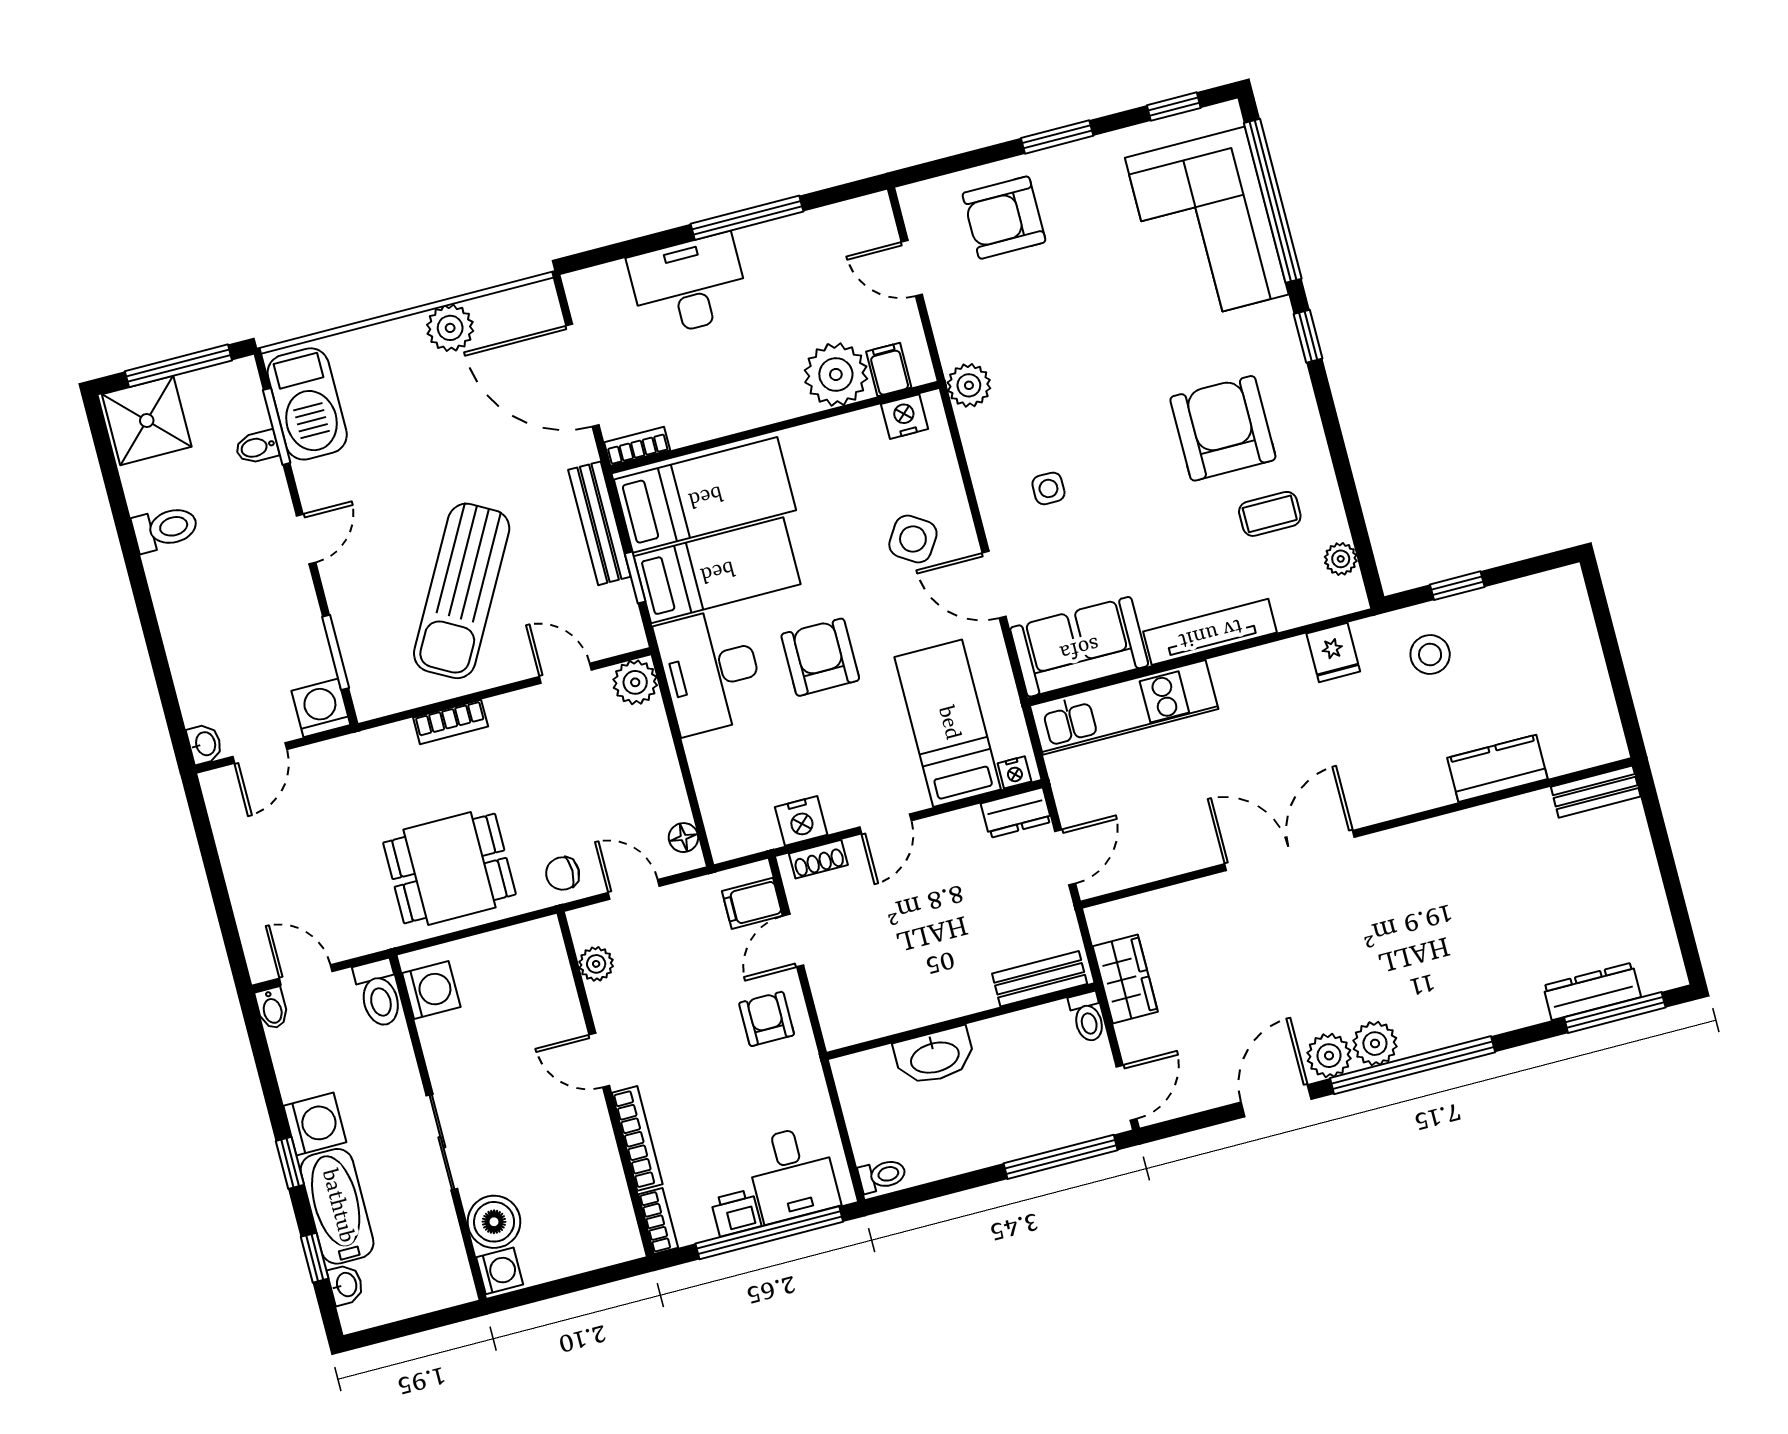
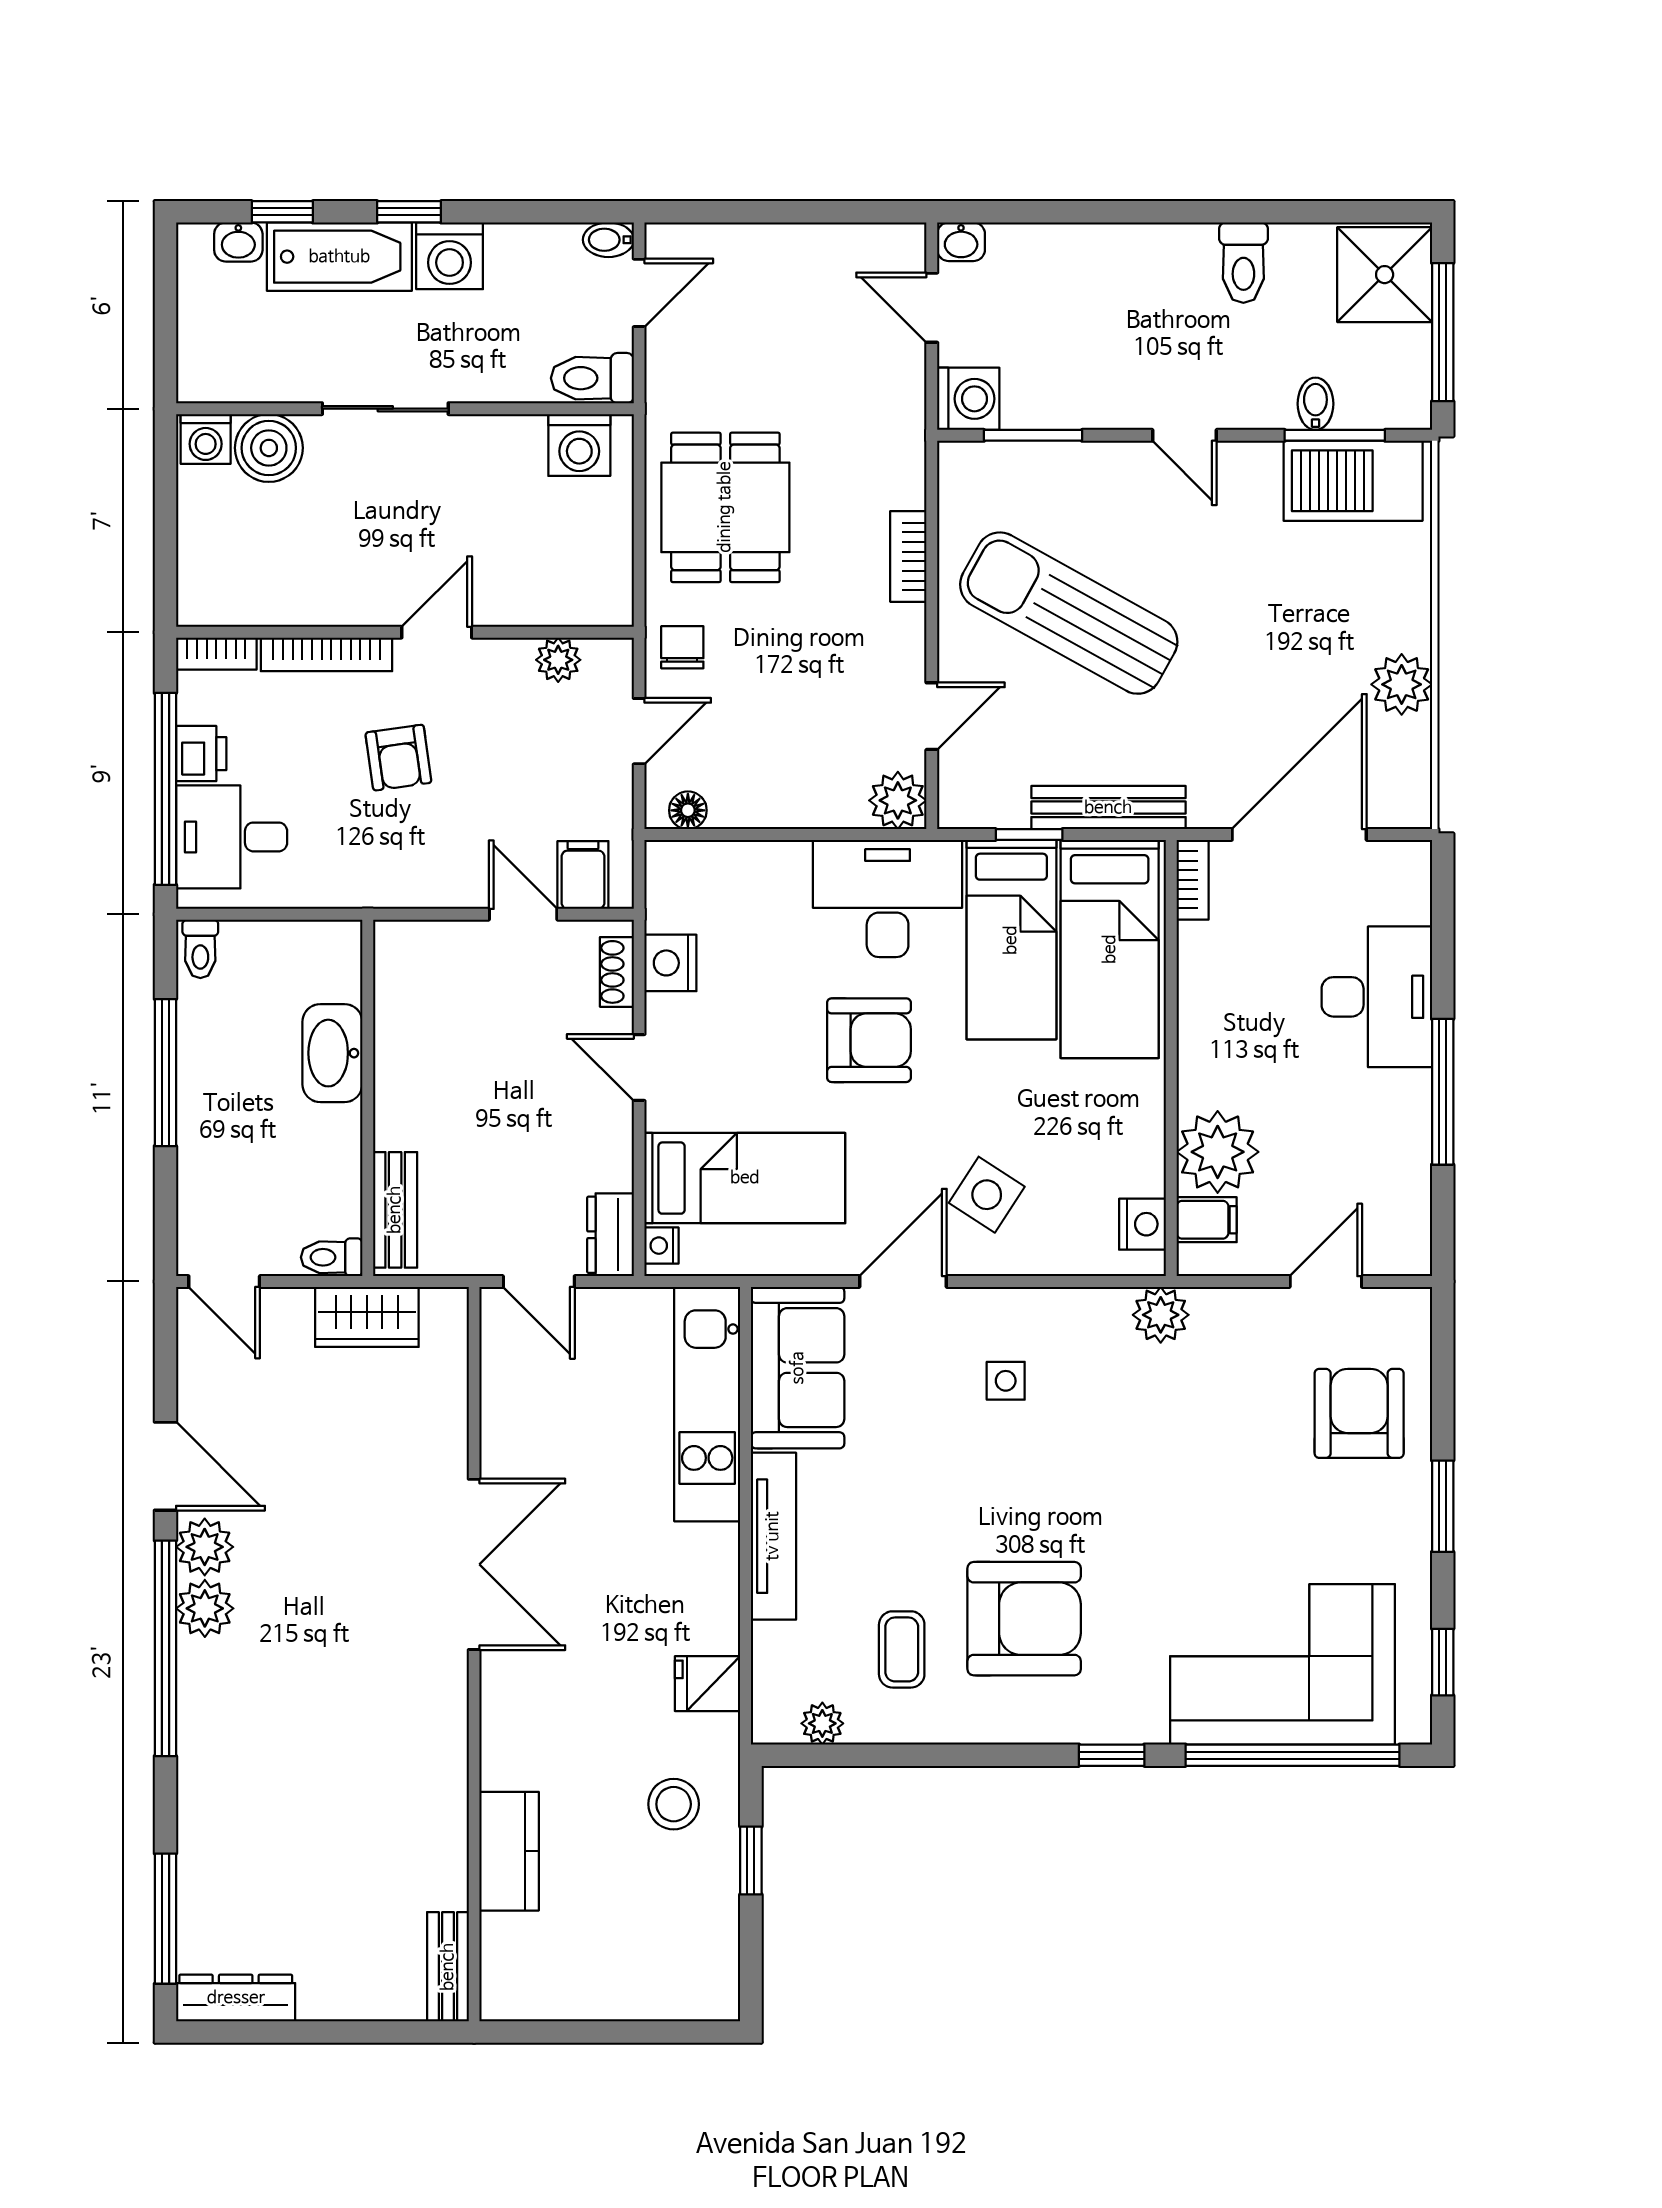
dresser: (1592, 991) -> (236, 1998), moved, turned -90
armchair: (767, 1019) -> (398, 758), moved, turned 82
window: (1061, 1157) -> (165, 1073), moved

